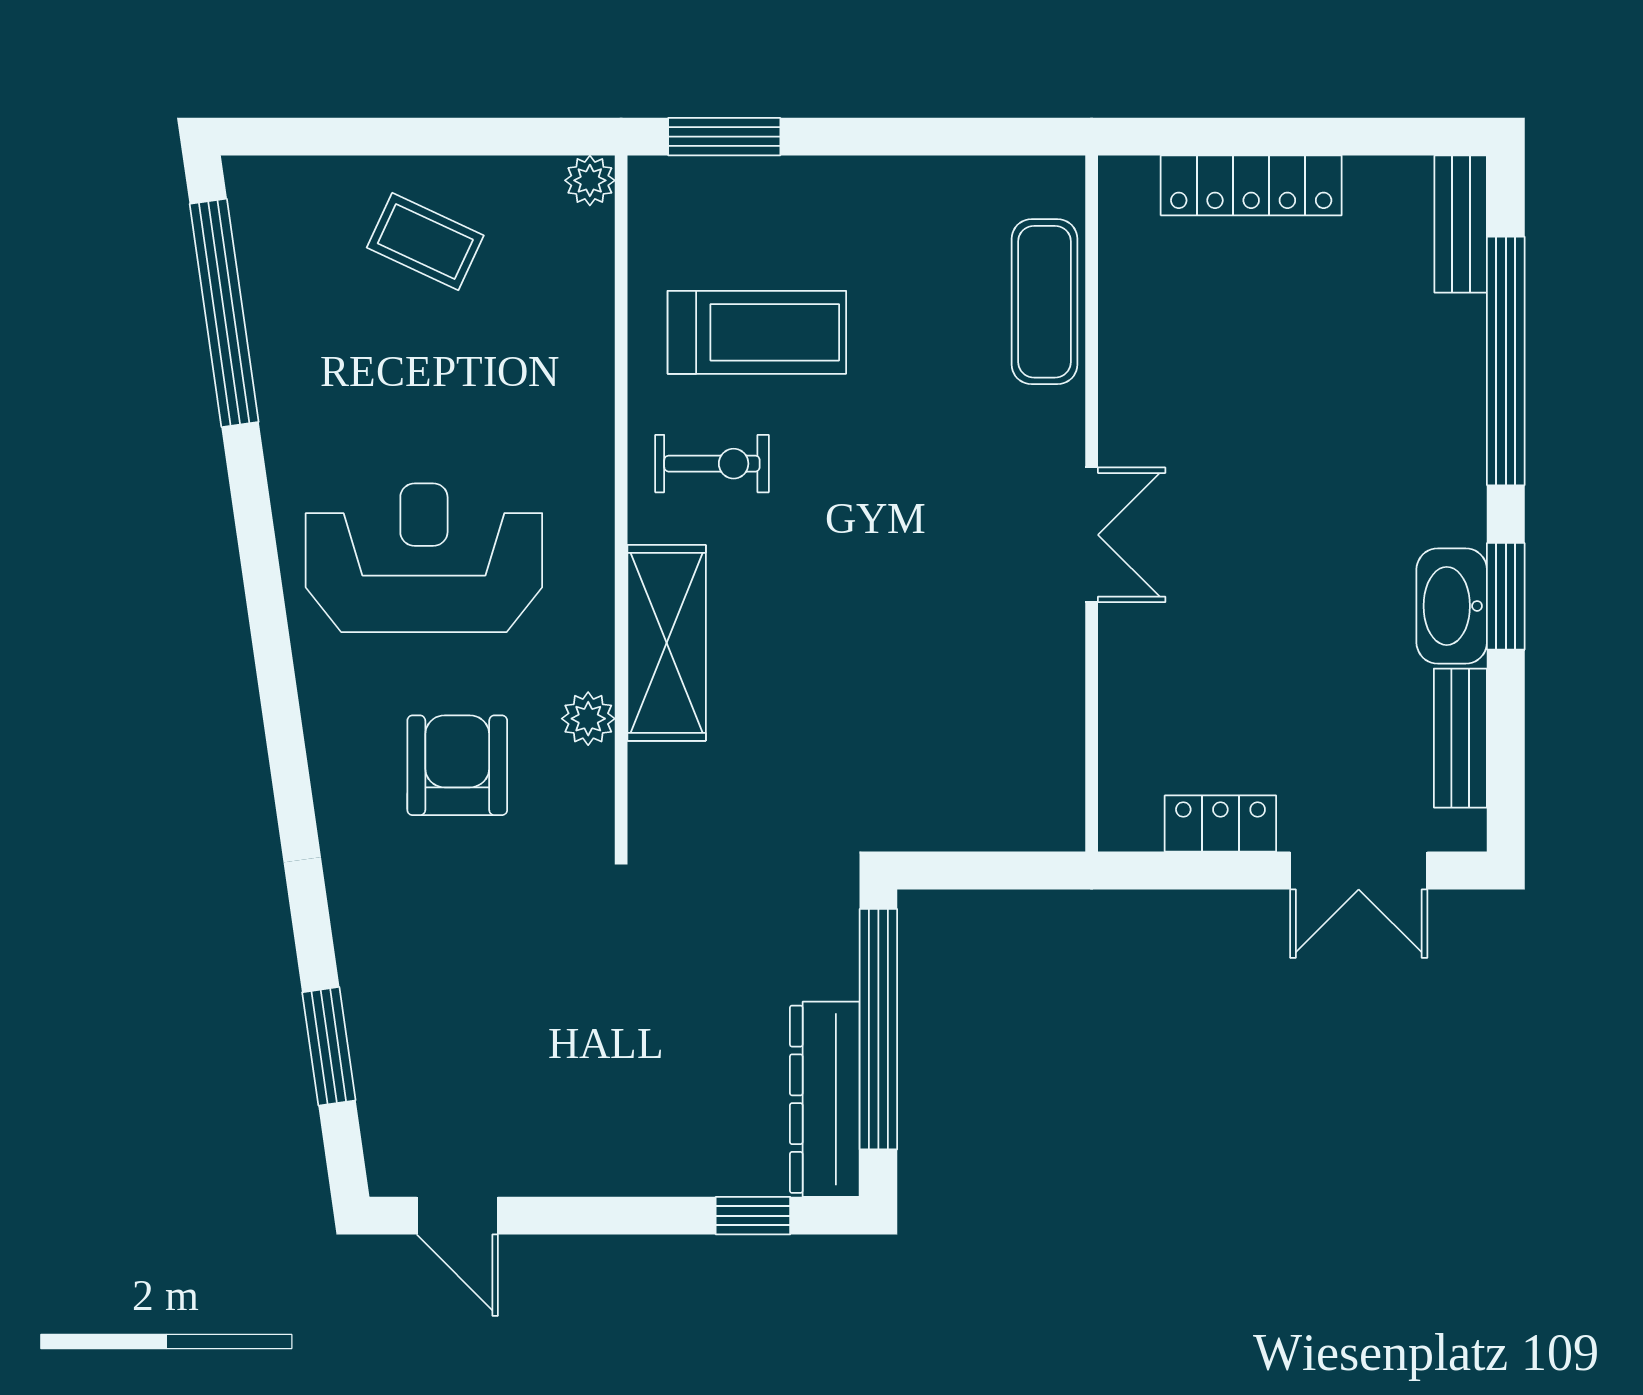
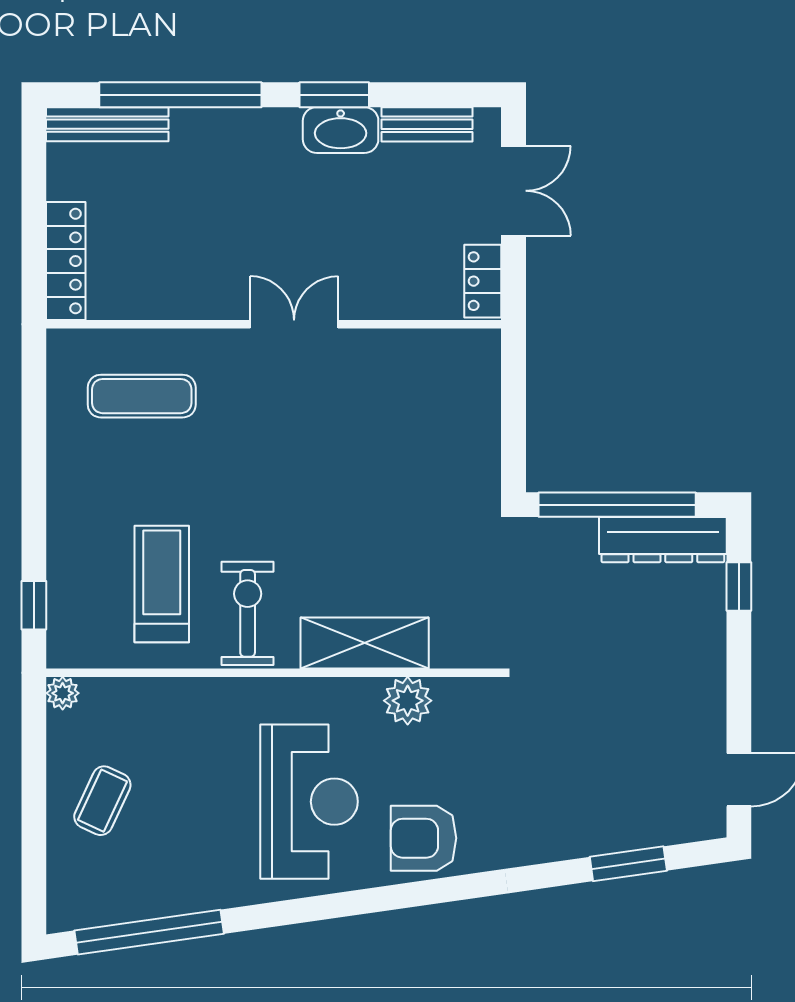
window: (724, 137) -> (34, 605), width x0.67
bench: (1461, 224) -> (107, 124), width x1.36
exercise bike: (712, 464) -> (248, 613), width x1.38, depth x1.39
wall: (1092, 504) -> (274, 324), moved
double door: (1092, 535) -> (294, 324), moved
reception desk: (424, 558) -> (309, 802), turned 180
plant: (588, 719) -> (408, 701), width x1.38, depth x1.38
armchair: (457, 765) -> (424, 838), moved

